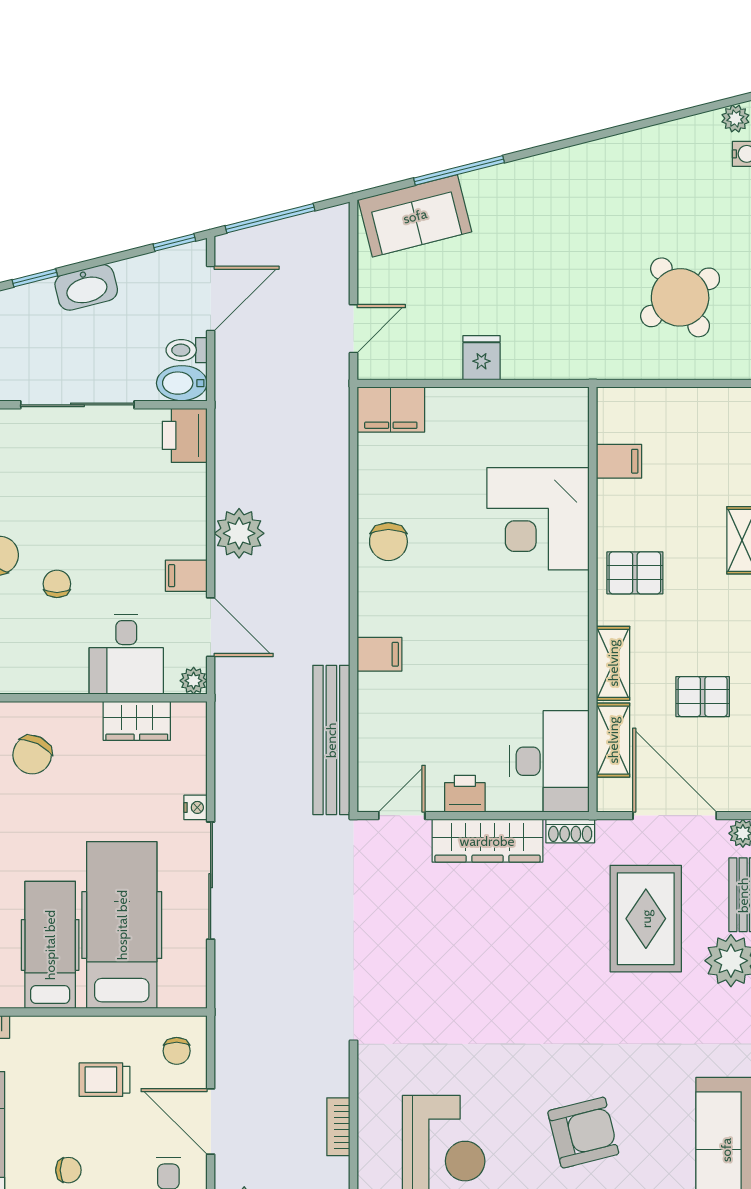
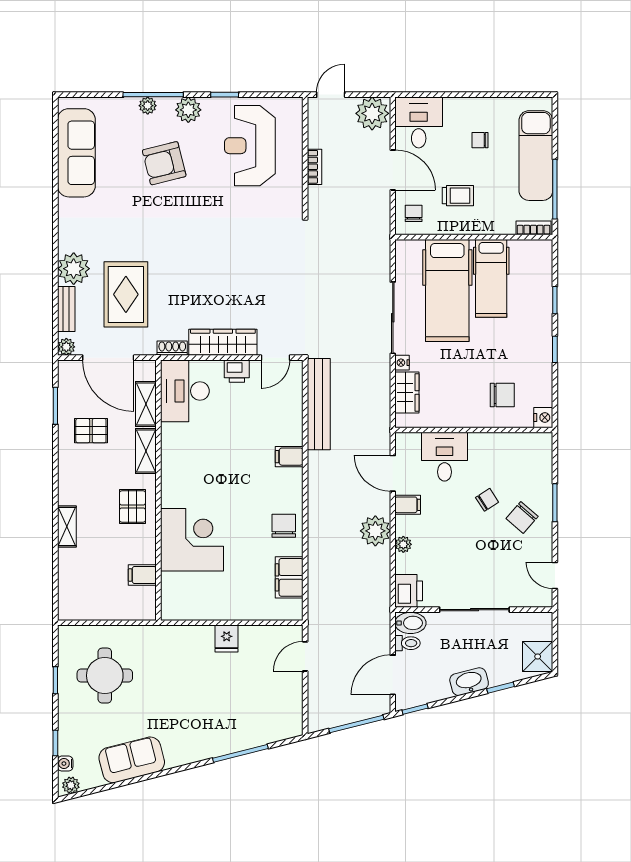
sofa: (415, 216) -> (132, 760), moved
round table: (680, 297) -> (105, 676), turned 33
filing cabinet: (391, 409) -> (289, 577), moved, turned -90
pallet: (635, 573) -> (132, 507), turned 90
chair: (57, 584) -> (487, 500), turned -123
plant: (194, 681) -> (403, 544), moved
wardrobe: (137, 721) -> (407, 393), moved, turned 90
chair: (32, 755) -> (502, 395), turned 64

